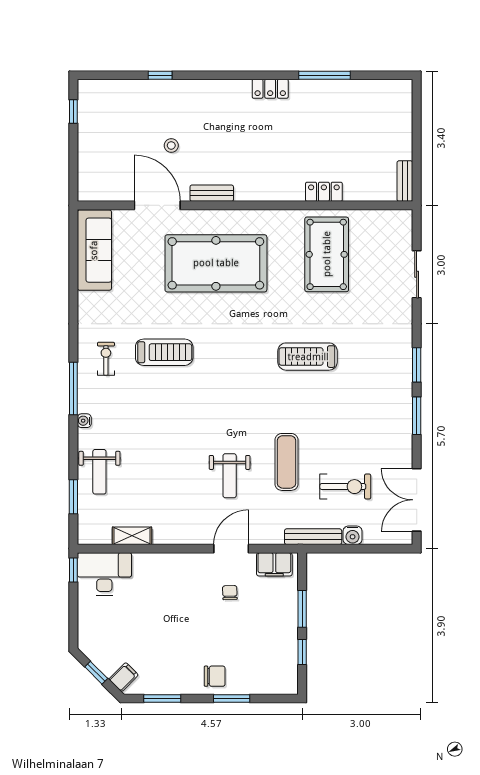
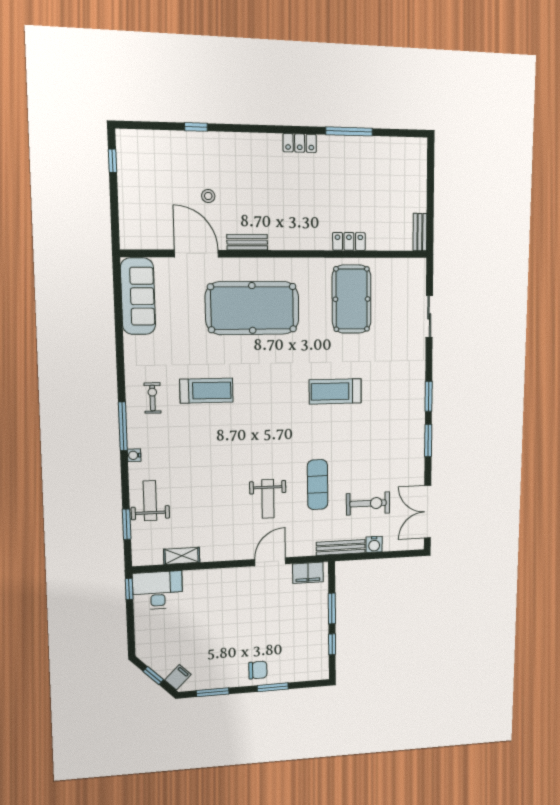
weight bench: (99, 472) -> (150, 501), turned 180
chair: (230, 593) -> (270, 599), removed

